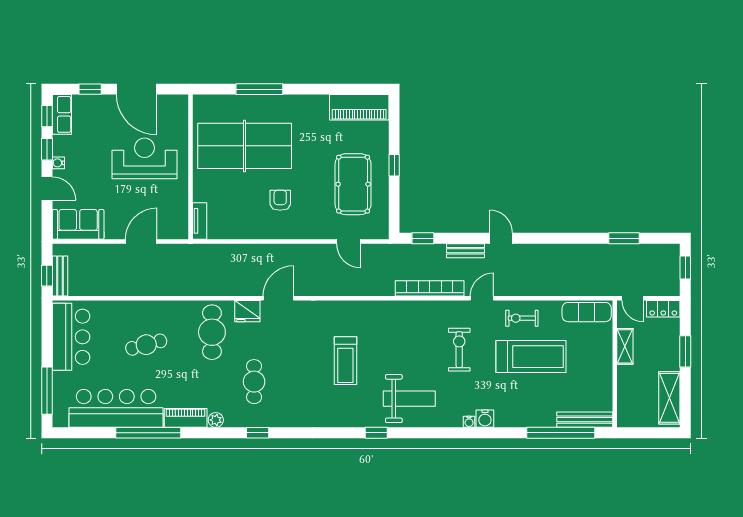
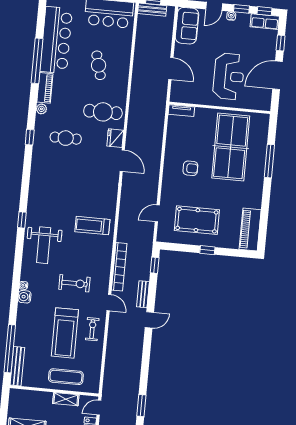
exercise mat: (587, 312) -> (66, 377), moved, turned 90
treadmill: (345, 361) -> (92, 226), moved

